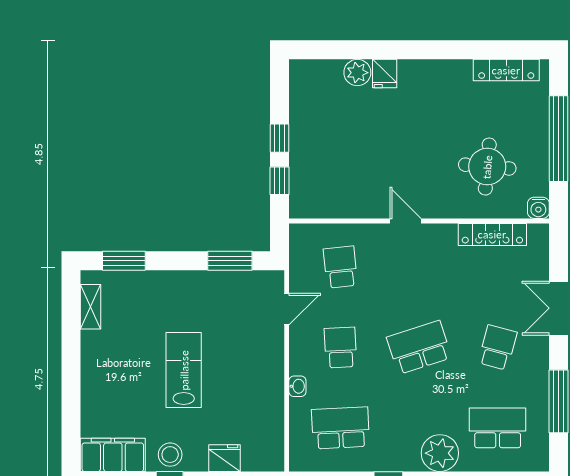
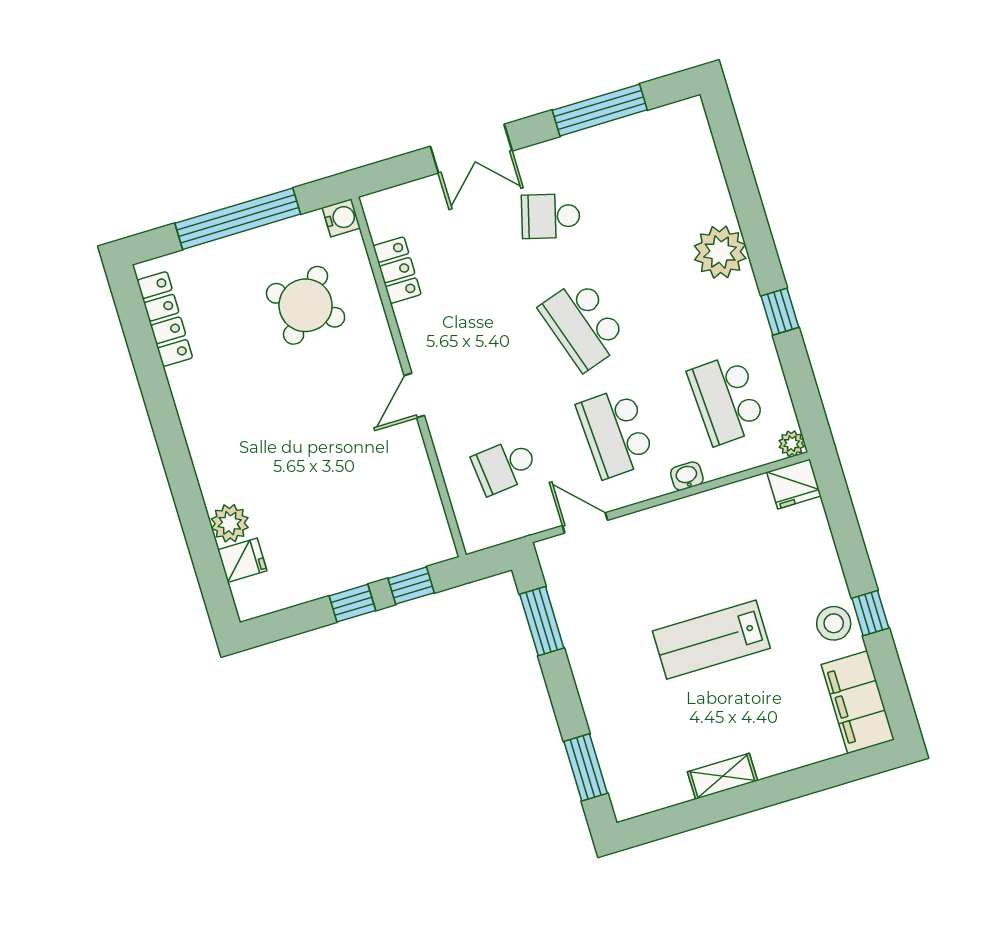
fridge: (385, 74) -> (242, 560), moved
round table: (487, 167) -> (306, 305), turned 34
locker: (492, 234) -> (397, 270), width x0.66
shelving: (91, 307) -> (722, 776), moved
school desk: (340, 347) -> (616, 433), width x1.85
school desk: (498, 428) -> (661, 183), removed
fridge: (224, 458) -> (794, 484), moved, turned -90
plant: (298, 463) -> (792, 444), added

